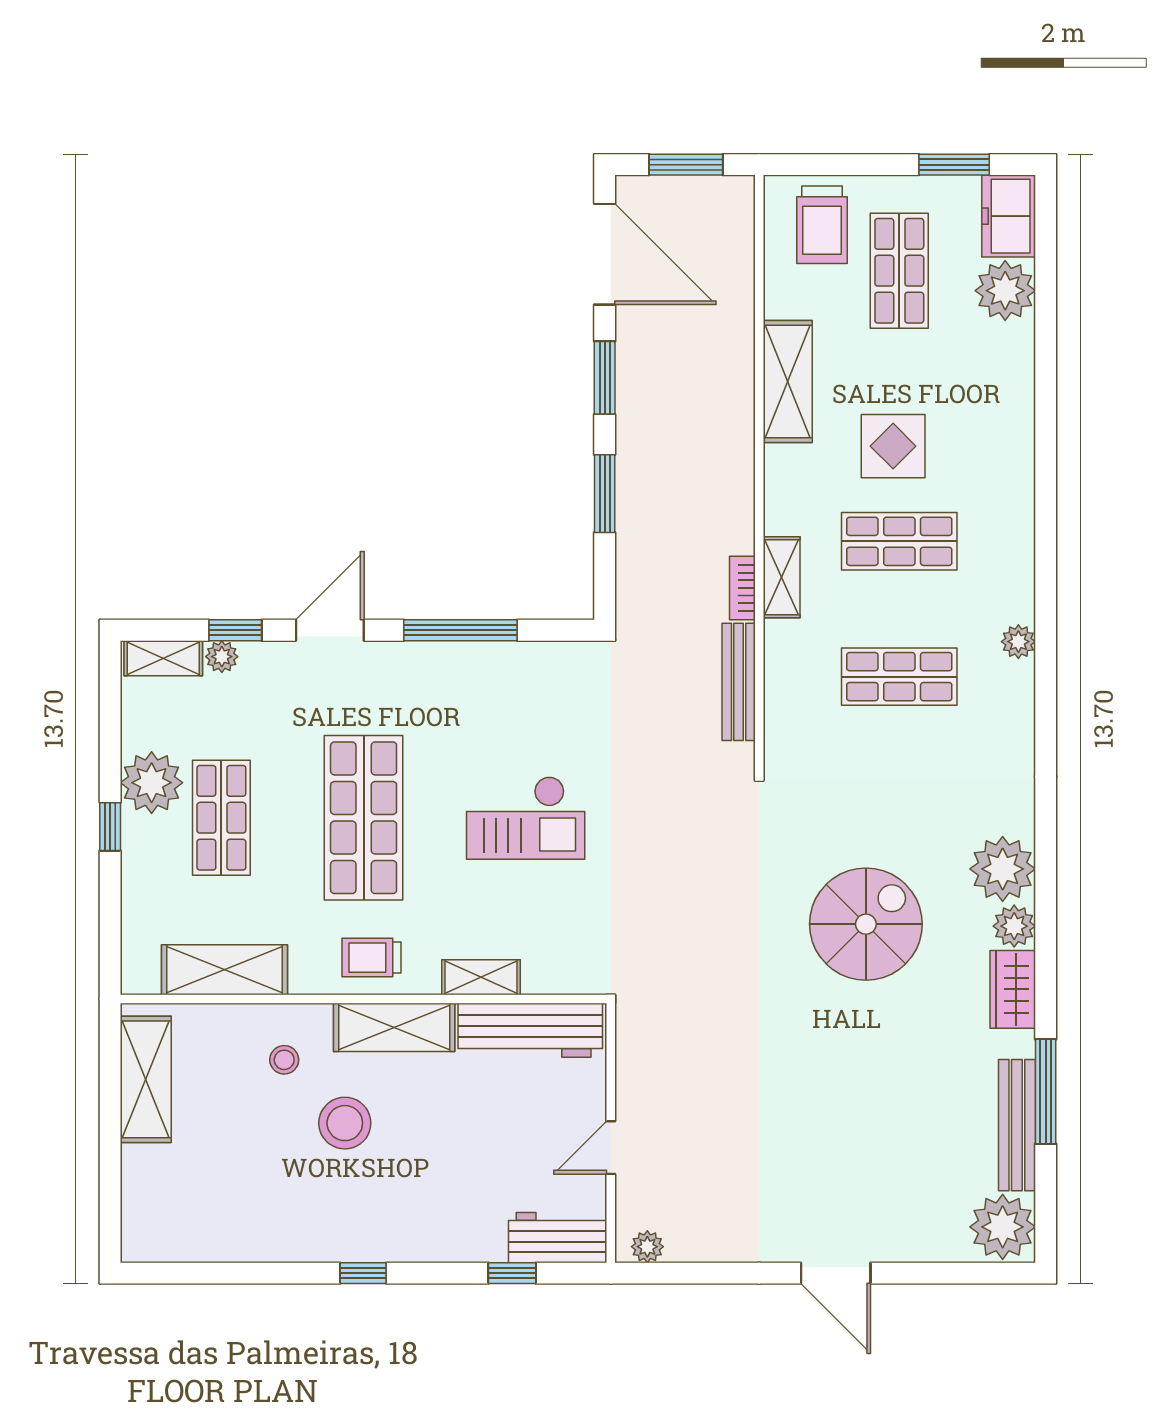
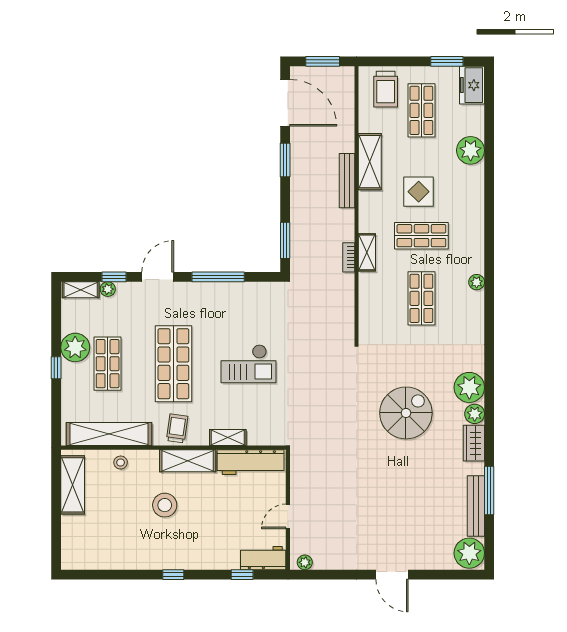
plant: (1005, 291) -> (471, 150), moved
window: (605, 494) -> (285, 240), moved
shop shelf: (899, 677) -> (421, 298), turned 90
bench: (739, 682) -> (347, 181), moved
trolley: (372, 958) -> (177, 428), turned 98
shelving: (224, 970) -> (109, 434), width x1.47
stool: (284, 1060) -> (121, 463), moved

